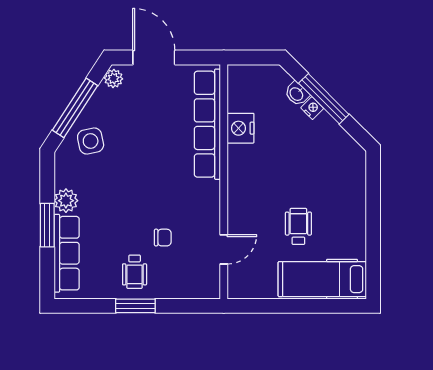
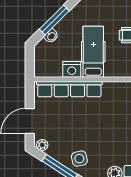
nightstand: (312, 108) -> (60, 27), removed
hospital bed: (270, 164) -> (93, 52), added

